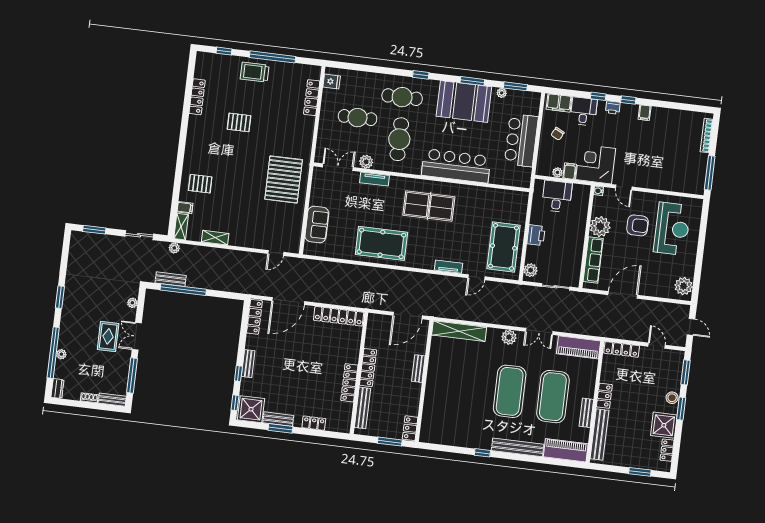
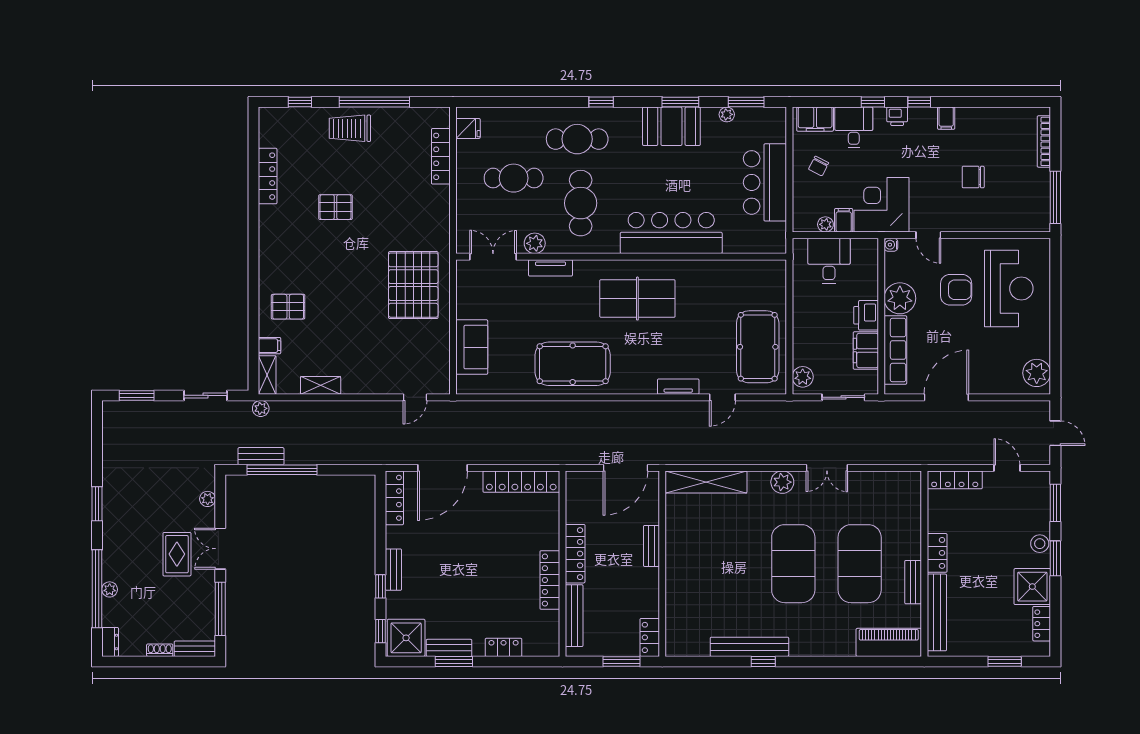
booth: (464, 102) -> (671, 126), width x0.73, depth x0.70
chair: (658, 153) -> (973, 177), added
printer: (536, 235) -> (866, 315), moved, turned 180
filing cabinet: (574, 258) -> (866, 350), added
piano: (579, 347) -> (889, 485), removed
bench: (518, 447) -> (749, 647), moved

